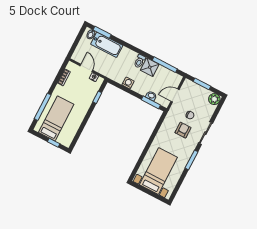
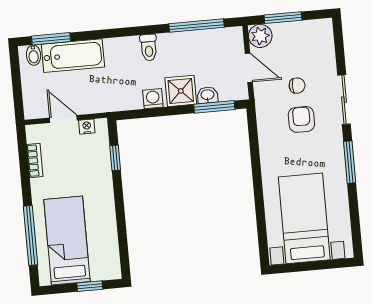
shower: (150, 67) -> (181, 91), moved
door: (175, 95) -> (249, 68), swing flipped
plant: (214, 99) -> (260, 36), moved

